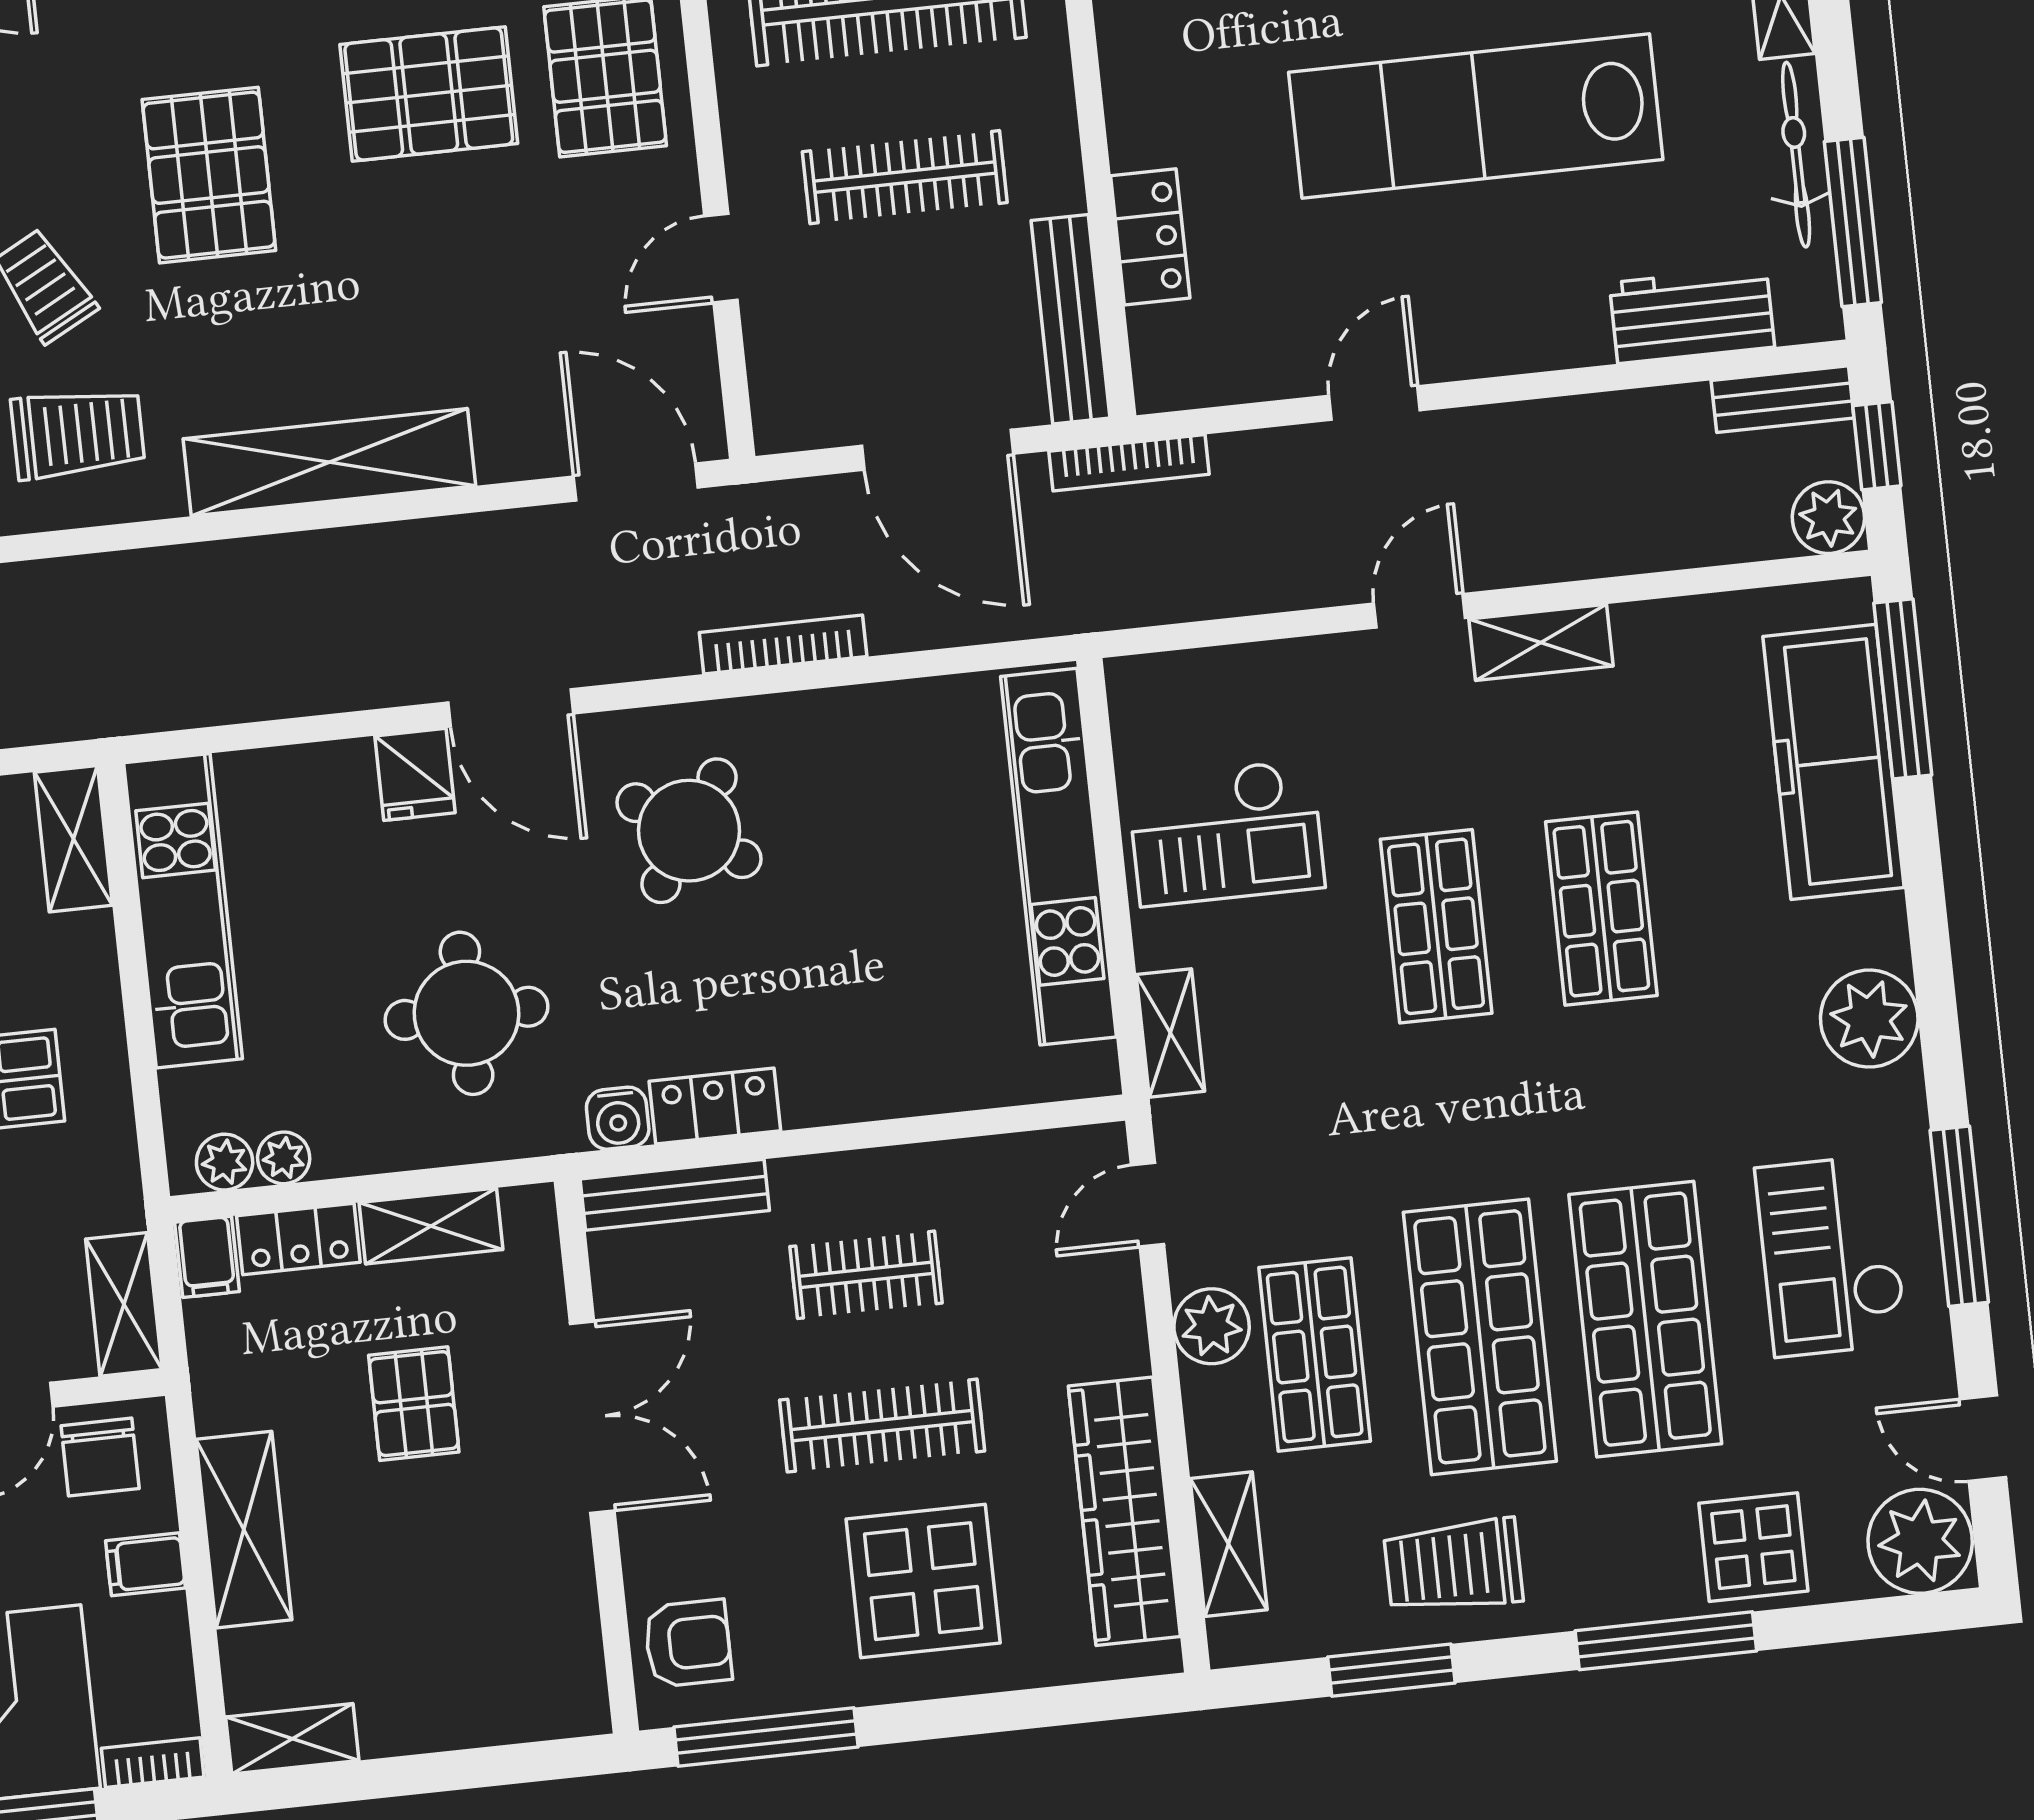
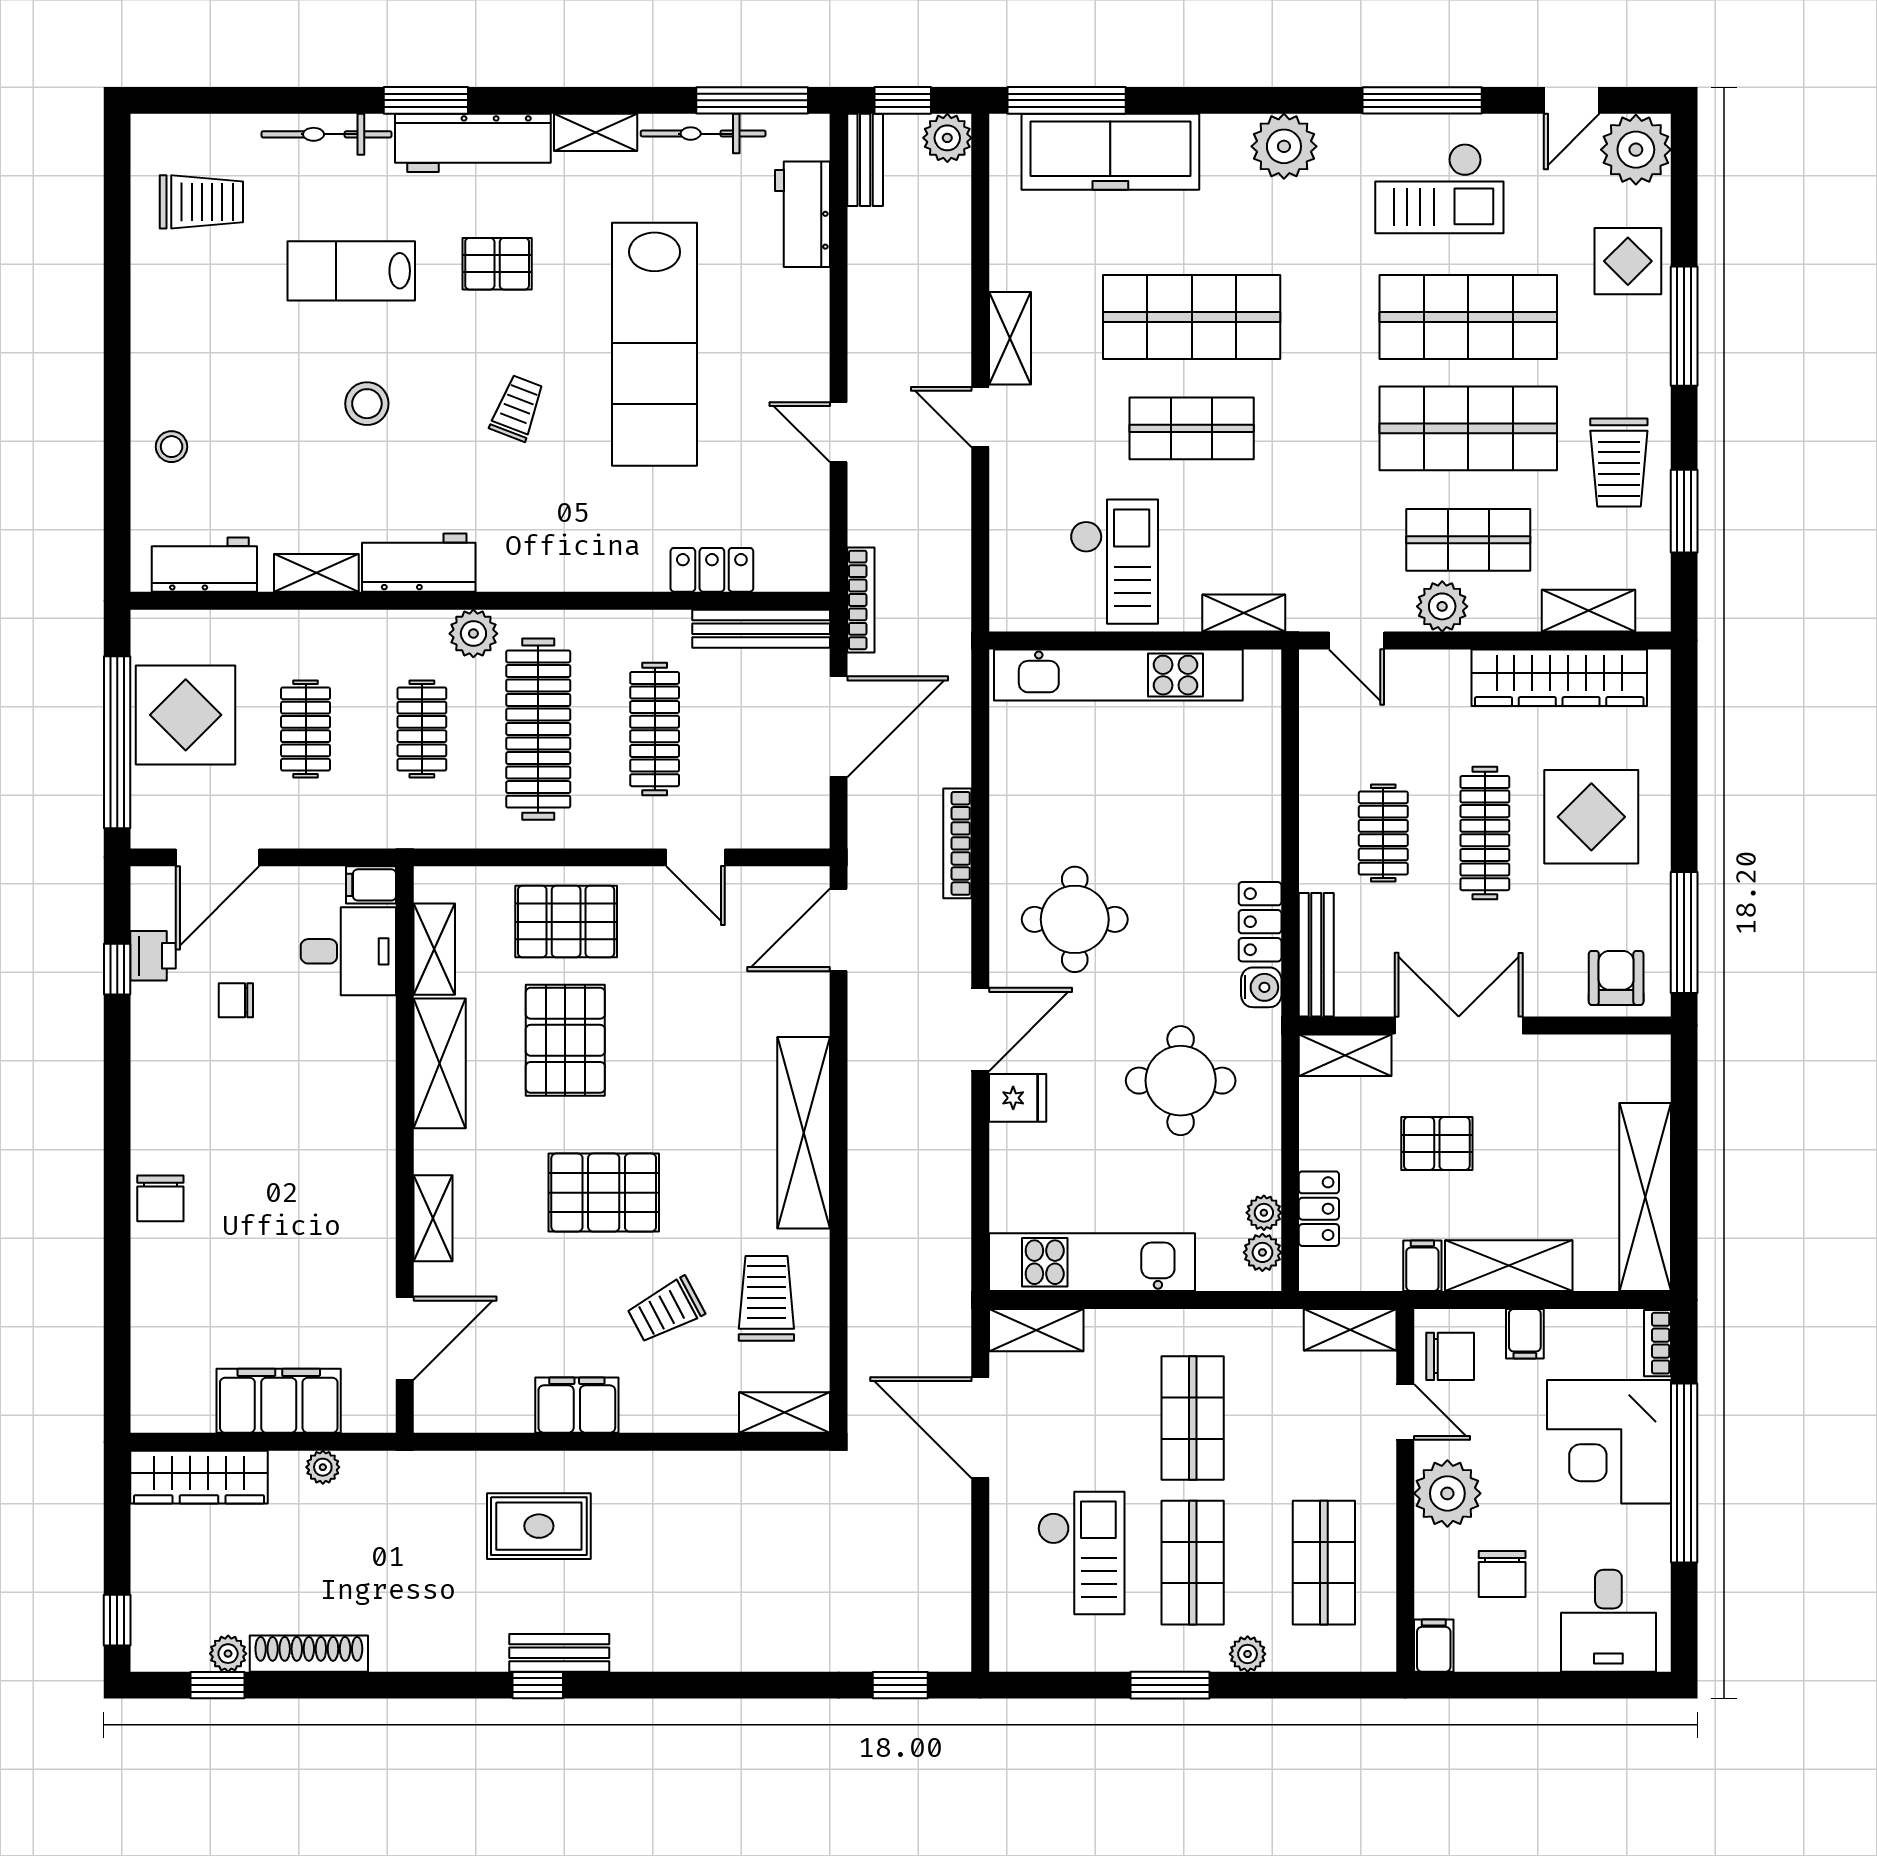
round table: (689, 831) -> (1075, 919), turned -34
shop shelf: (1601, 909) -> (1192, 317), width x1.43, depth x1.36
shelving: (431, 1226) -> (1345, 1055), moved, turned 90
filing cabinet: (207, 1257) -> (1422, 1266), moved, turned -90
shelving: (292, 1739) -> (1645, 1197), width x2.20, depth x1.33

